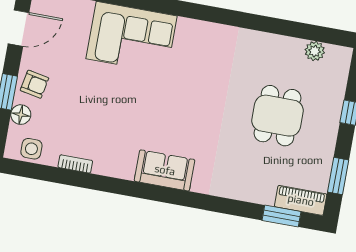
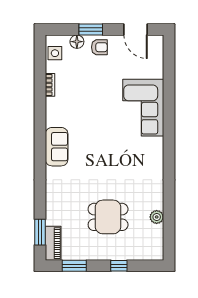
plant: (315, 51) -> (157, 217), moved
armchair: (34, 84) -> (99, 47), turned -101

